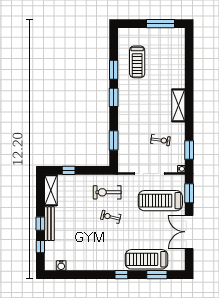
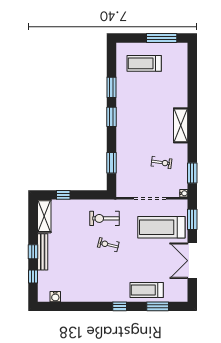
treadmill: (137, 62) -> (144, 63), moved, turned 90
treadmill: (147, 259) -> (147, 290), width x0.73, depth x0.73

